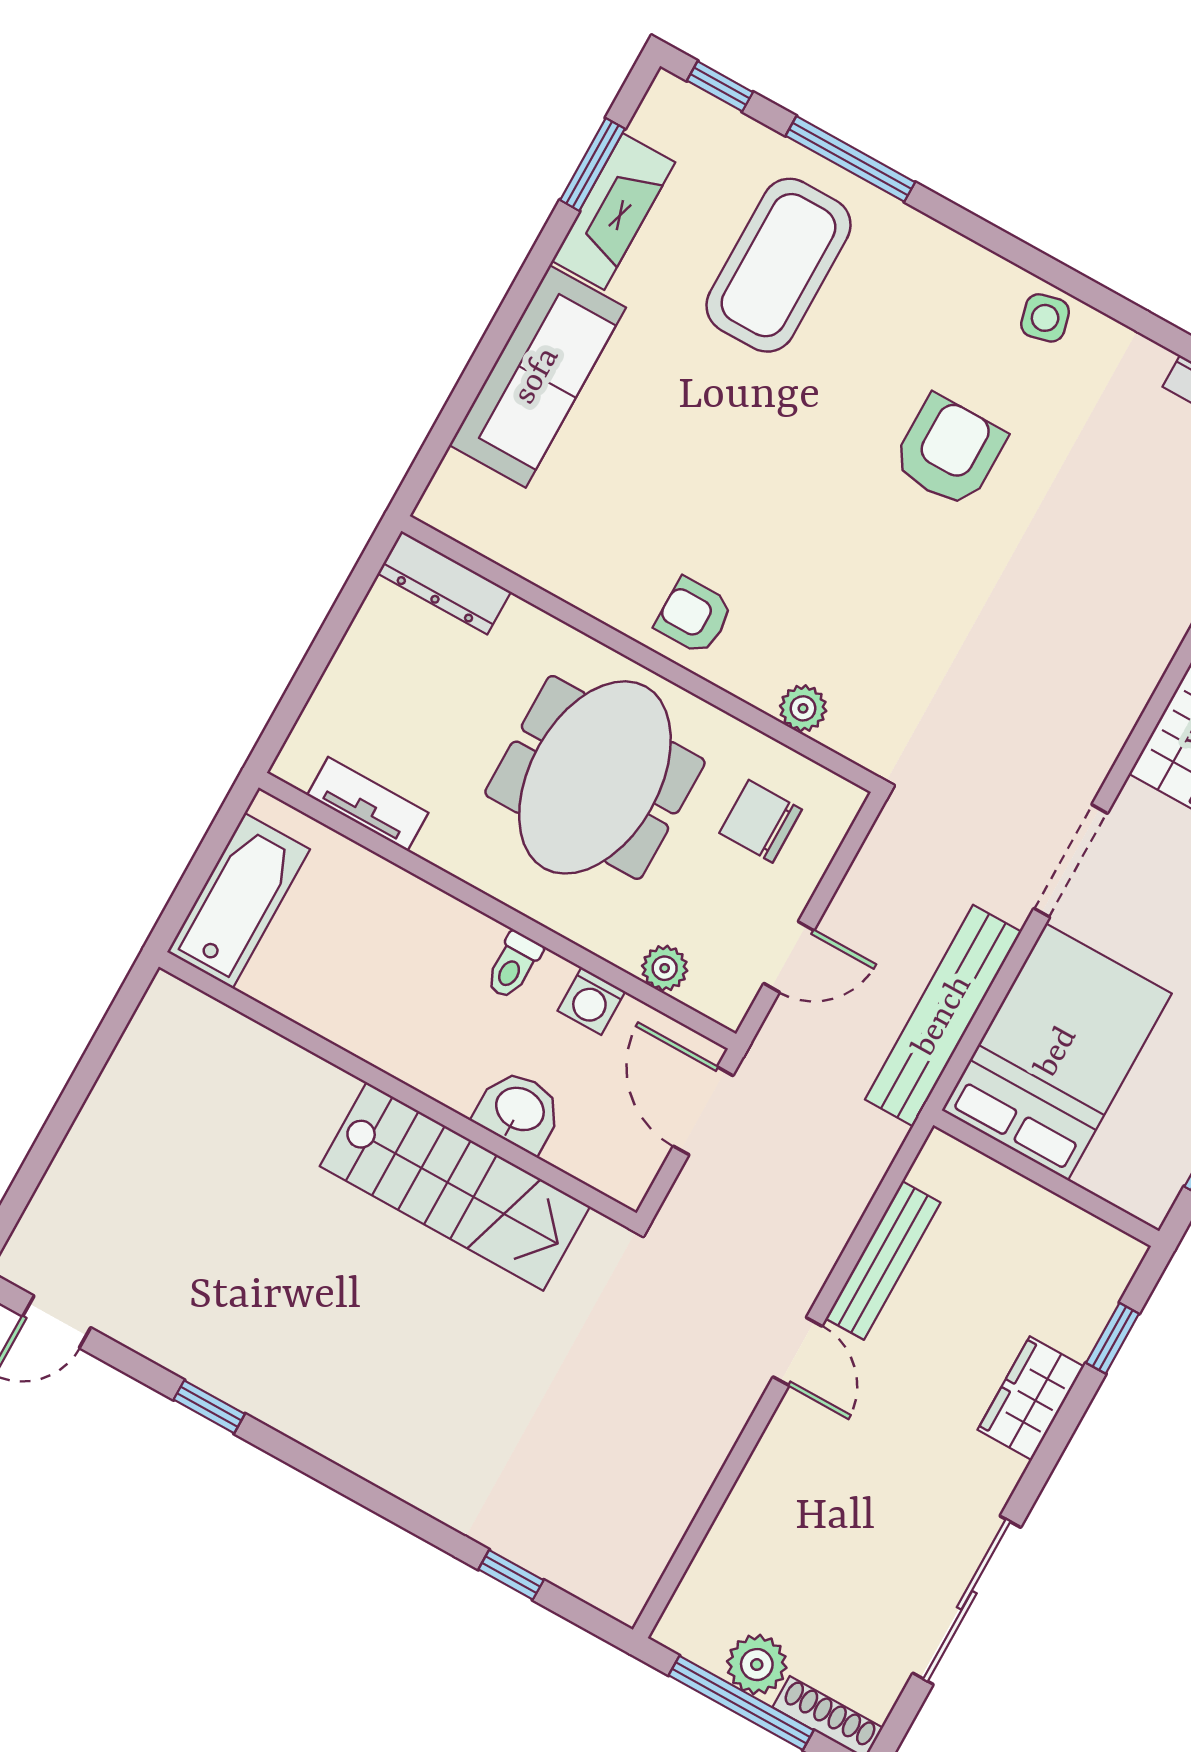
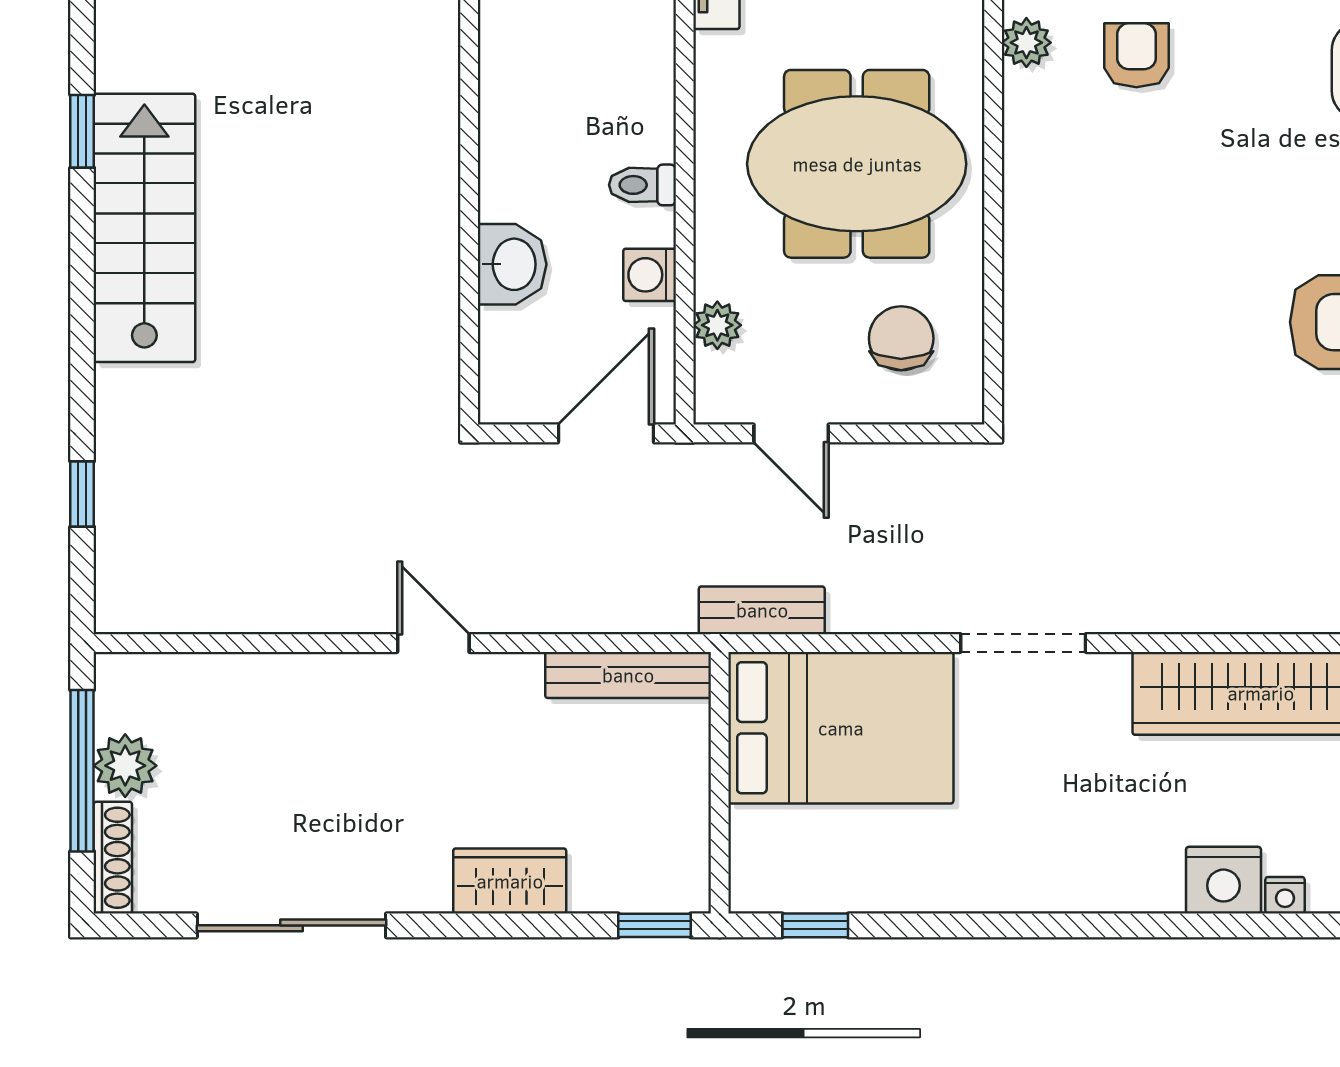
armchair: (694, 616) -> (1136, 55), moved
plant: (803, 708) -> (1026, 43), moved
bench: (943, 1016) -> (762, 610), width x0.54, depth x0.82
stairs: (455, 1186) -> (144, 228), moved, turned 180
bench: (883, 1260) -> (628, 675), moved
window: (1113, 1338) -> (655, 925), moved
door: (798, 1352) -> (433, 643), swing flipped

